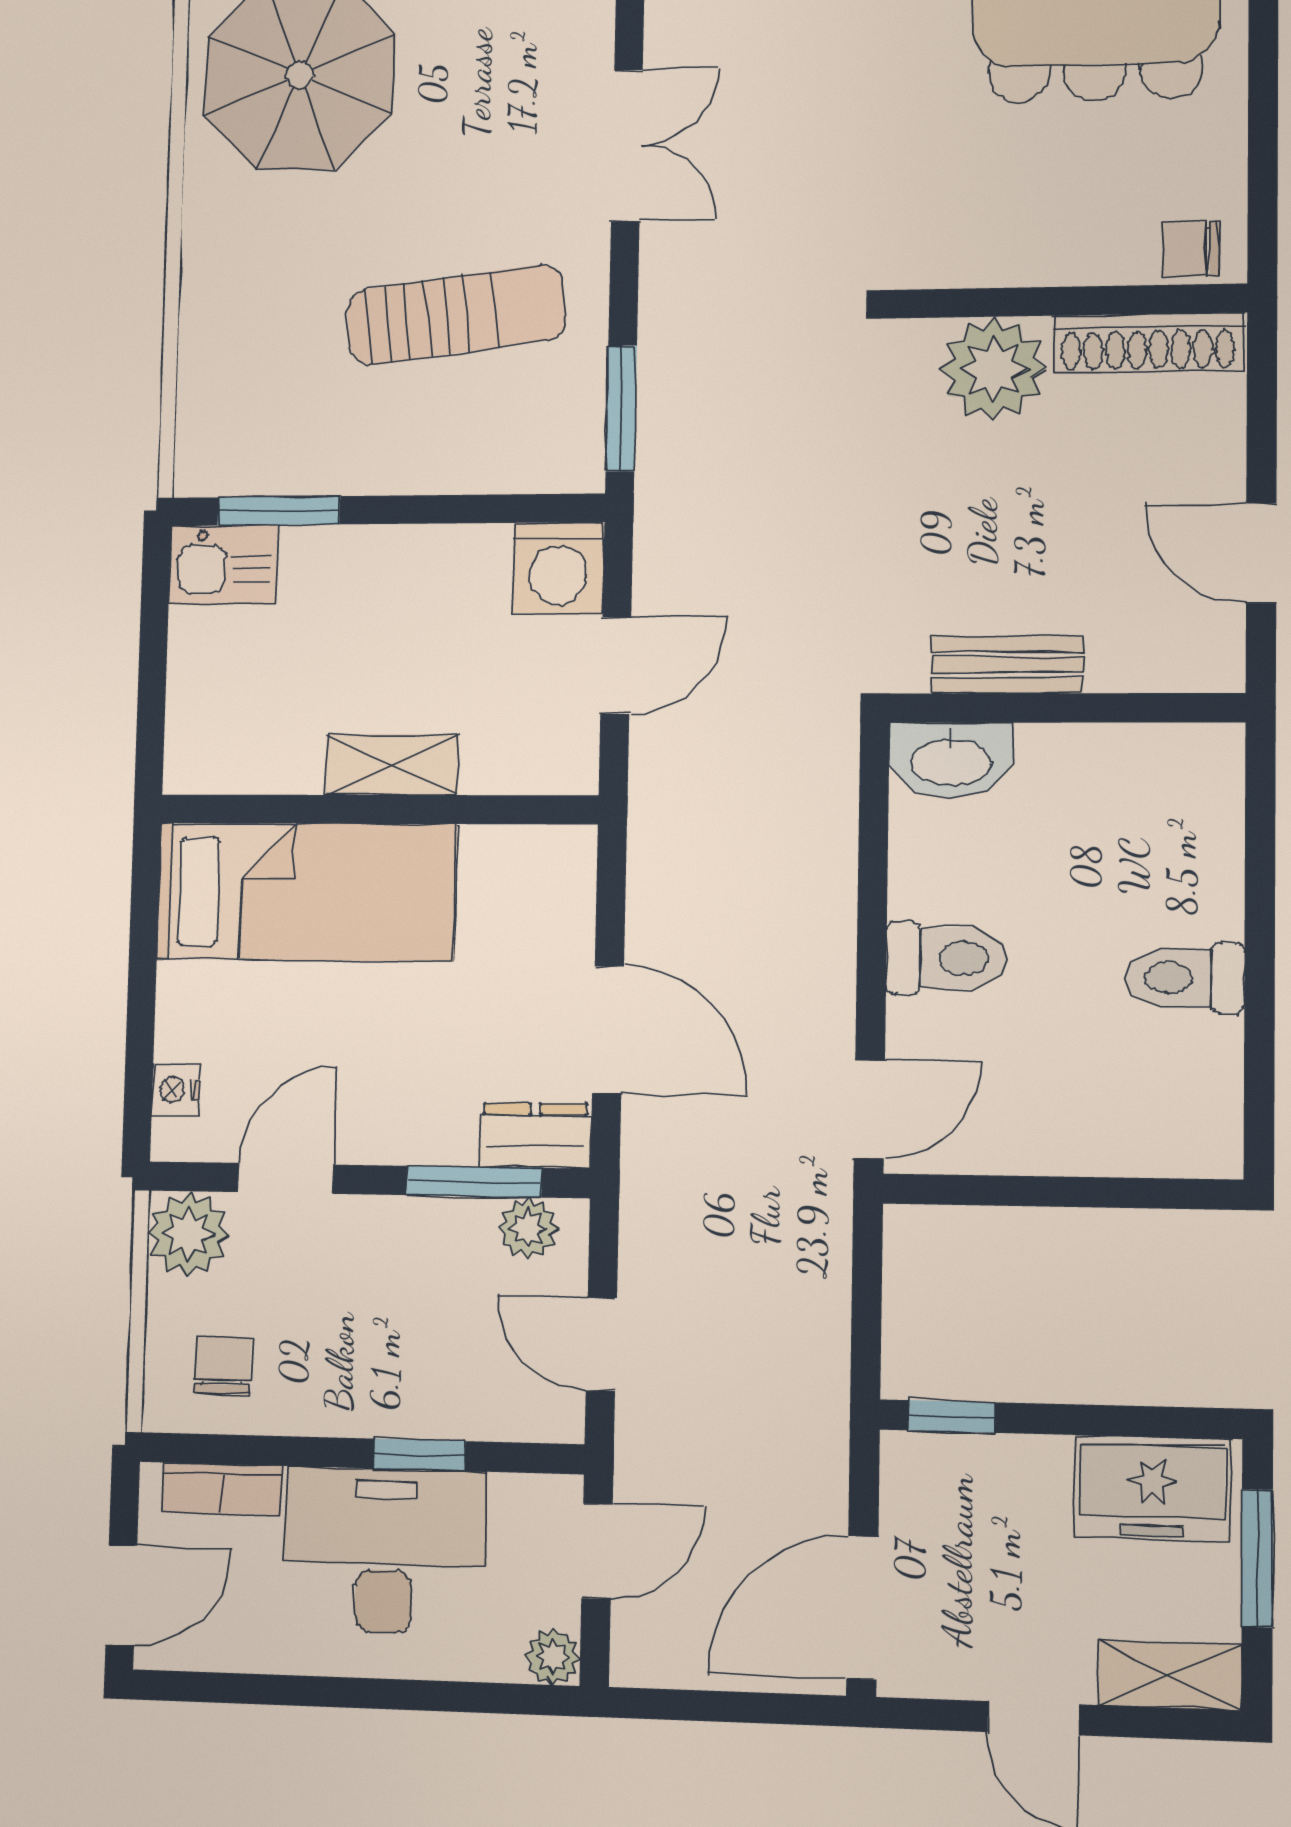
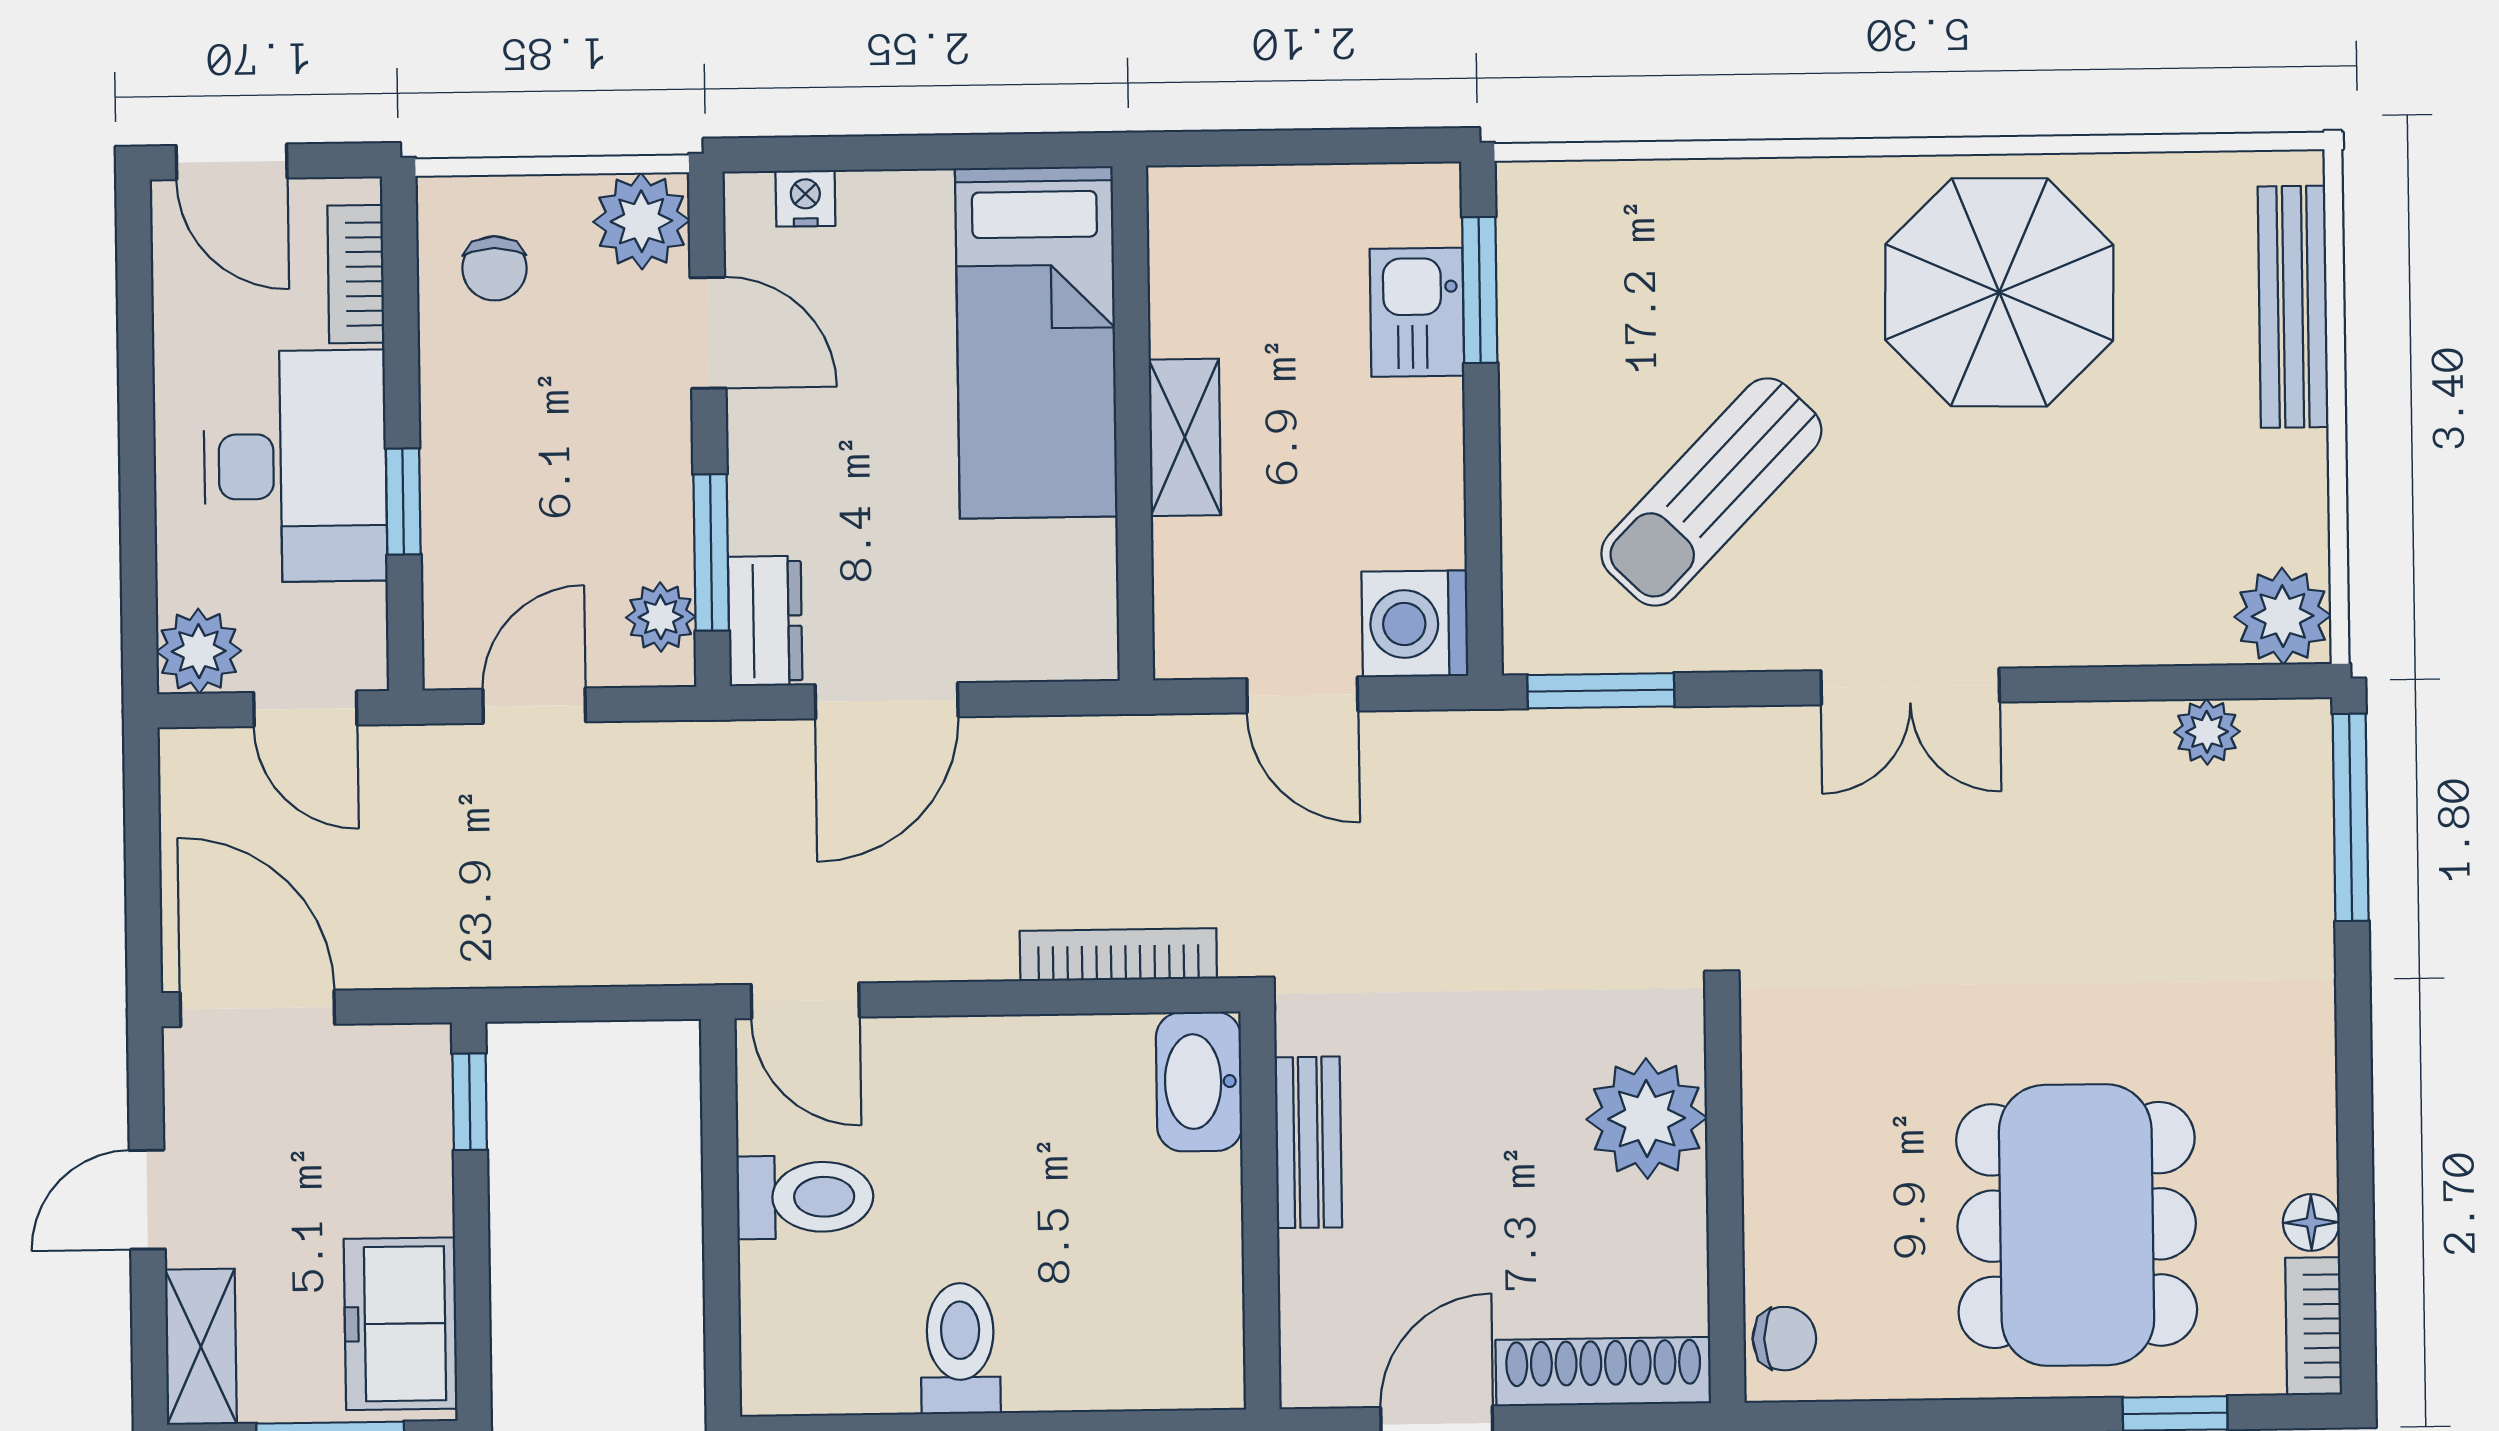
chair: (1191, 249) -> (1784, 1339), turned 90
sun lounger: (456, 315) -> (1711, 492), turned 51
shoe rack: (1148, 343) -> (1603, 1372), moved, turned 90
kitchen sink: (223, 565) -> (1417, 312), moved
bookcase: (837, 830) -> (1118, 955), added
toilet: (947, 958) -> (805, 1197), moved, turned -90
chair: (223, 1365) -> (494, 268), turned 90
plant: (553, 1657) -> (199, 651), width x1.38, depth x1.38

